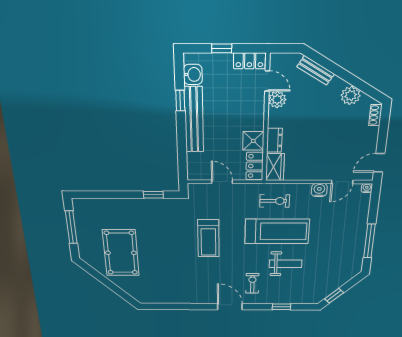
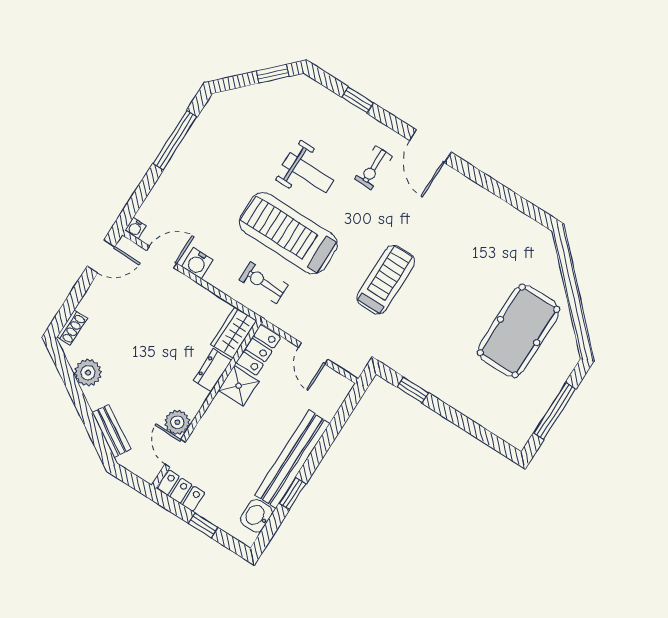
weight bench: (286, 264) -> (308, 173), turned 180

